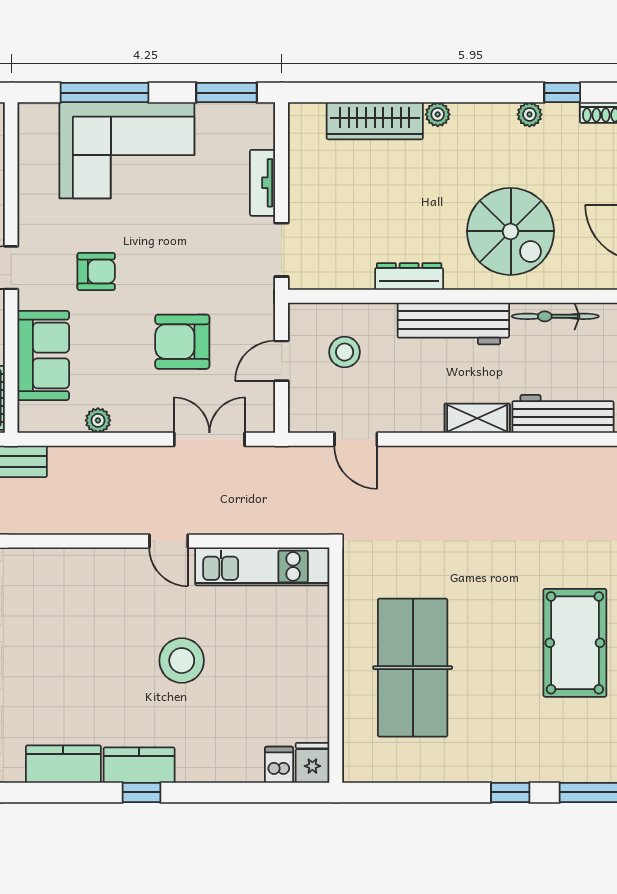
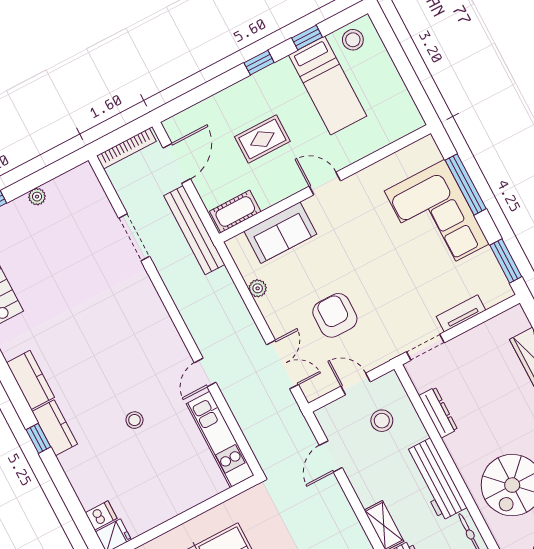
armchair: (96, 271) -> (351, 238), removed
dresser: (409, 276) -> (438, 413), moved
stool: (182, 661) -> (134, 420), width x0.53, depth x0.53

